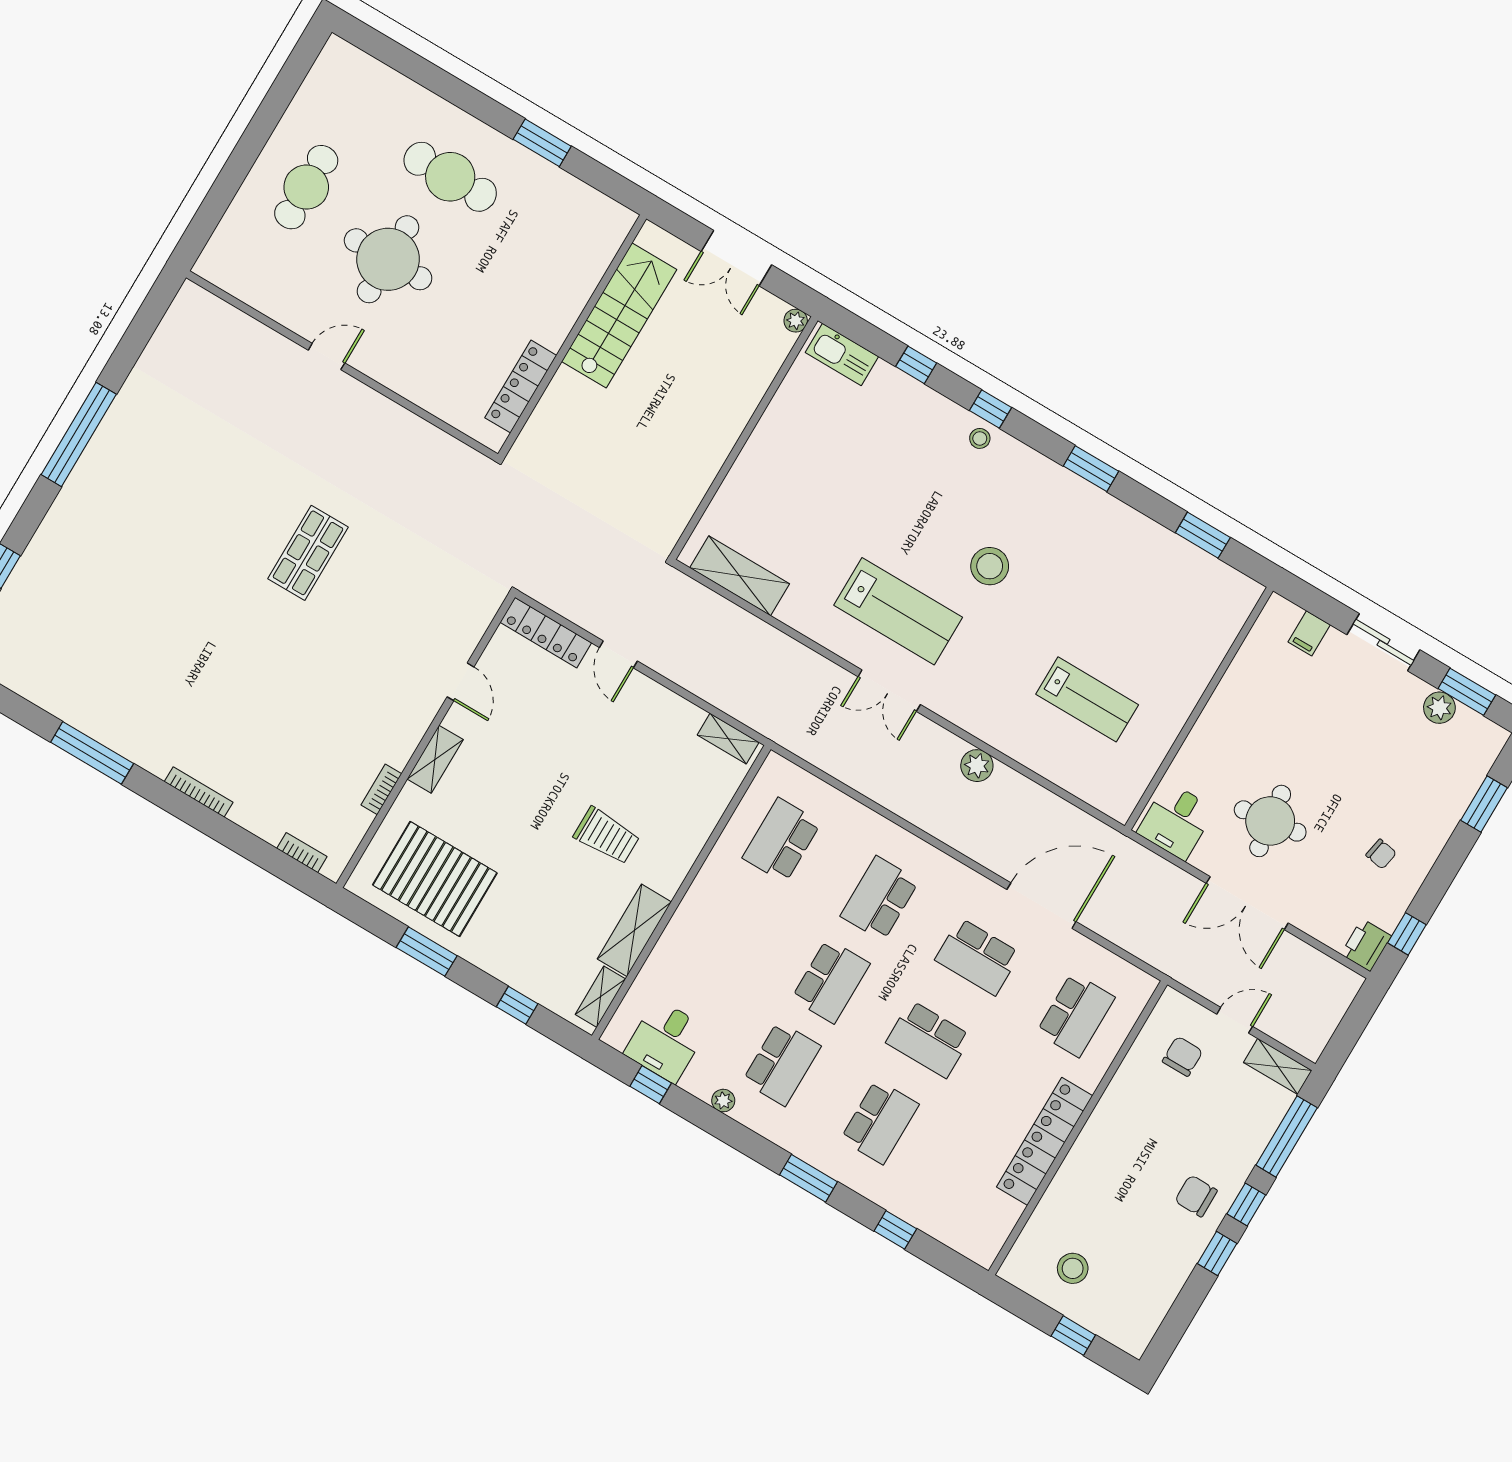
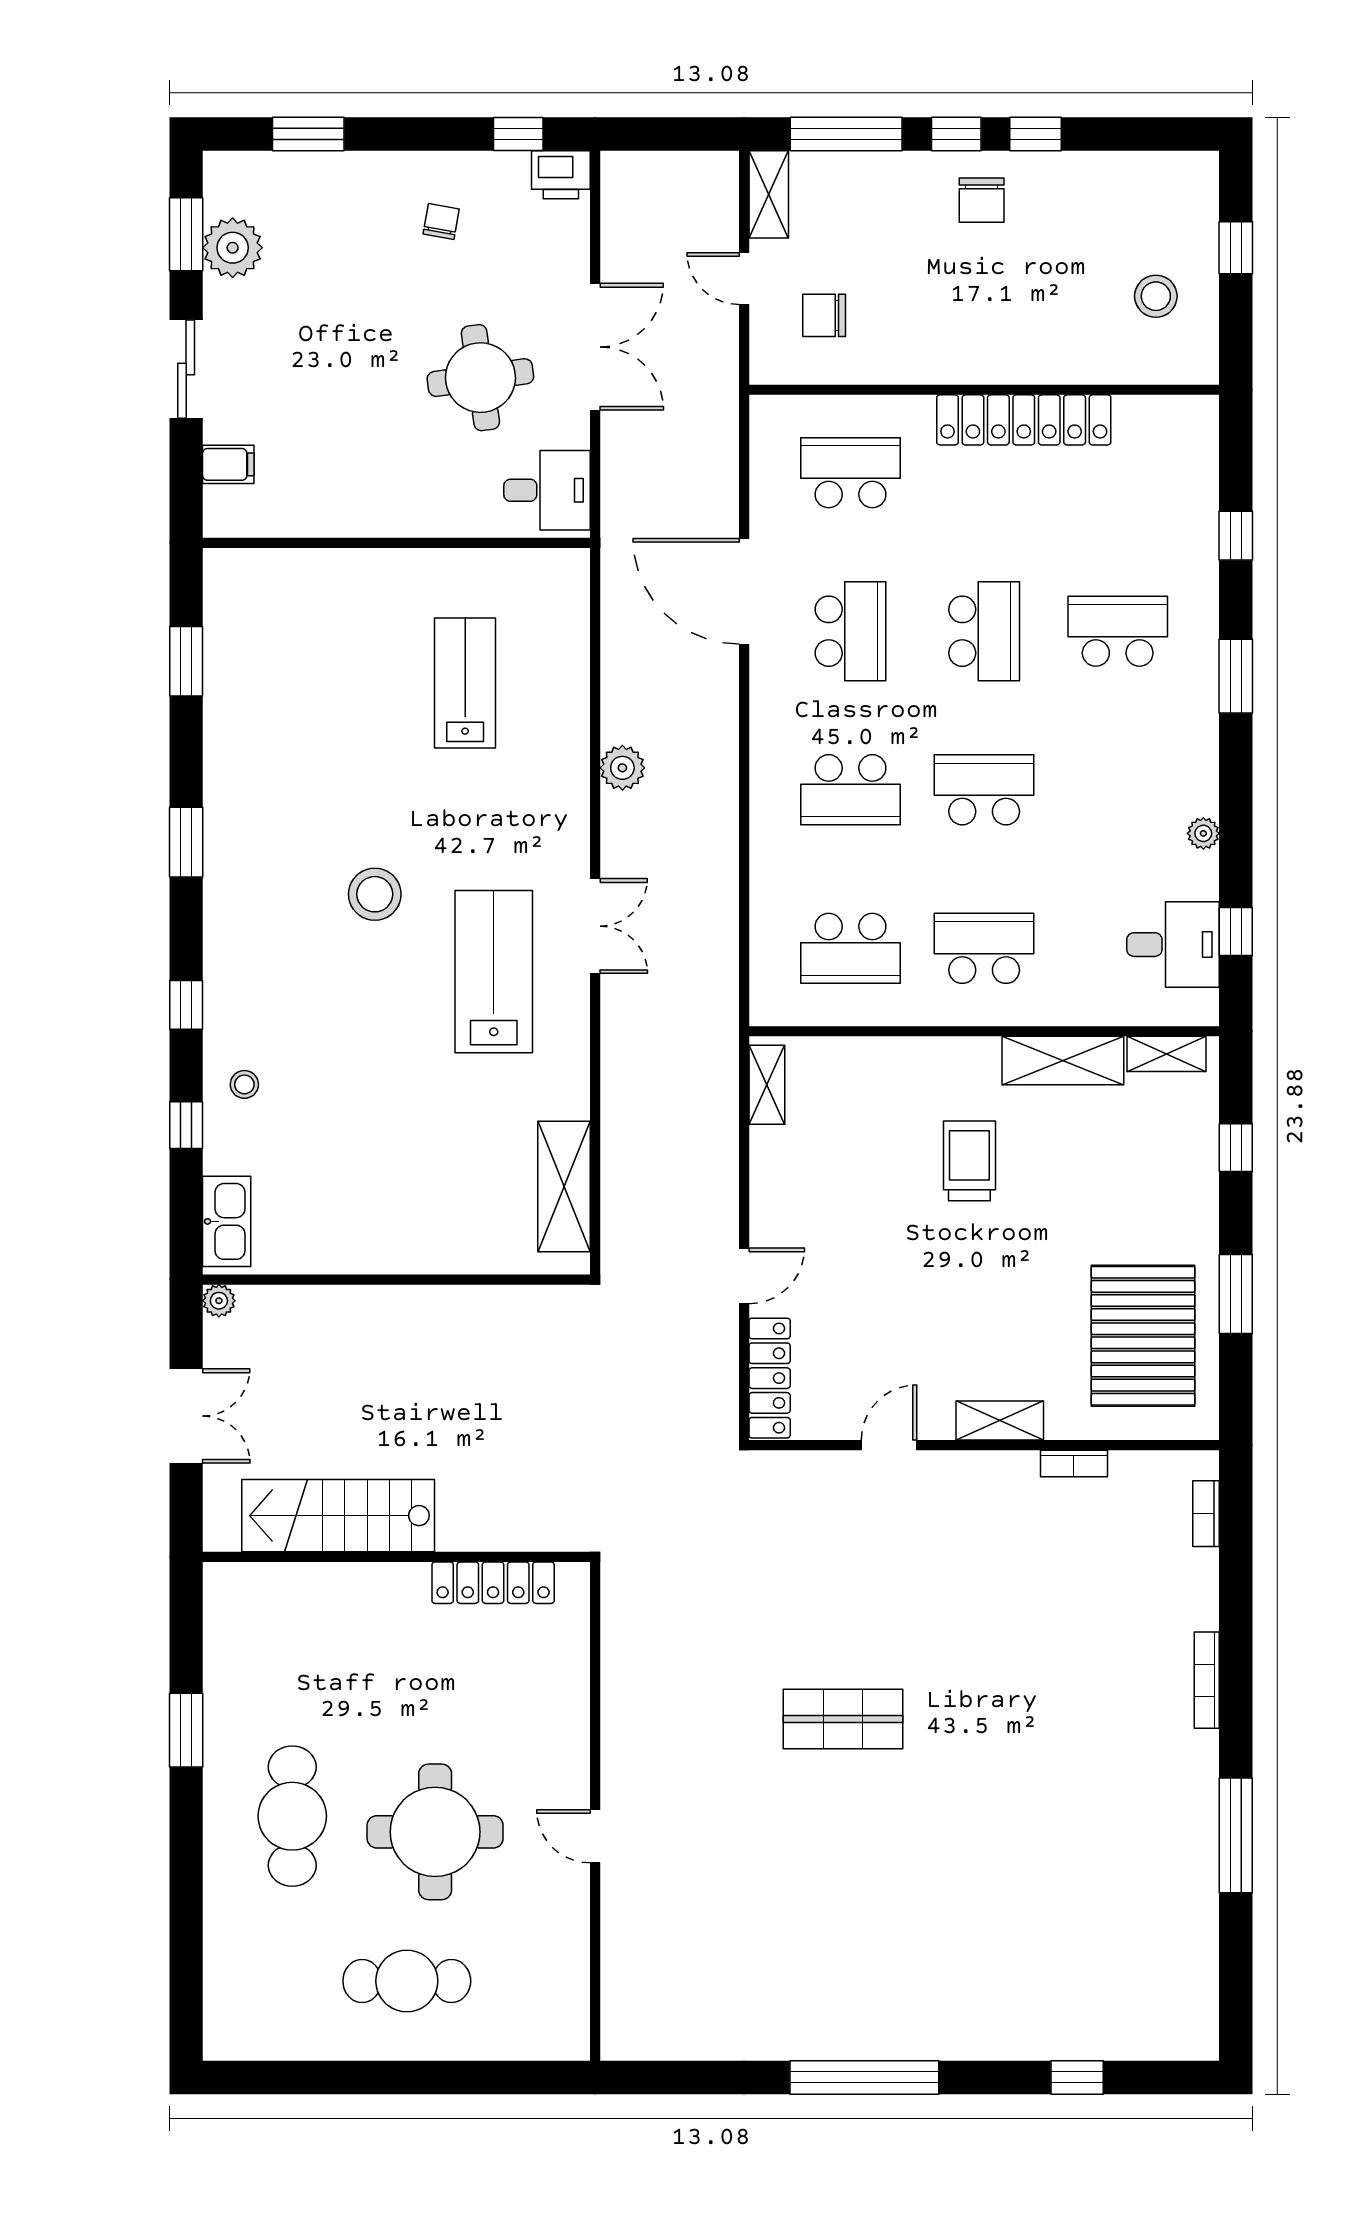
stool: (980, 438) -> (244, 1084), moved
plant: (1439, 708) -> (233, 248), width x1.36, depth x1.36
school desk: (782, 1064) -> (984, 948), moved

